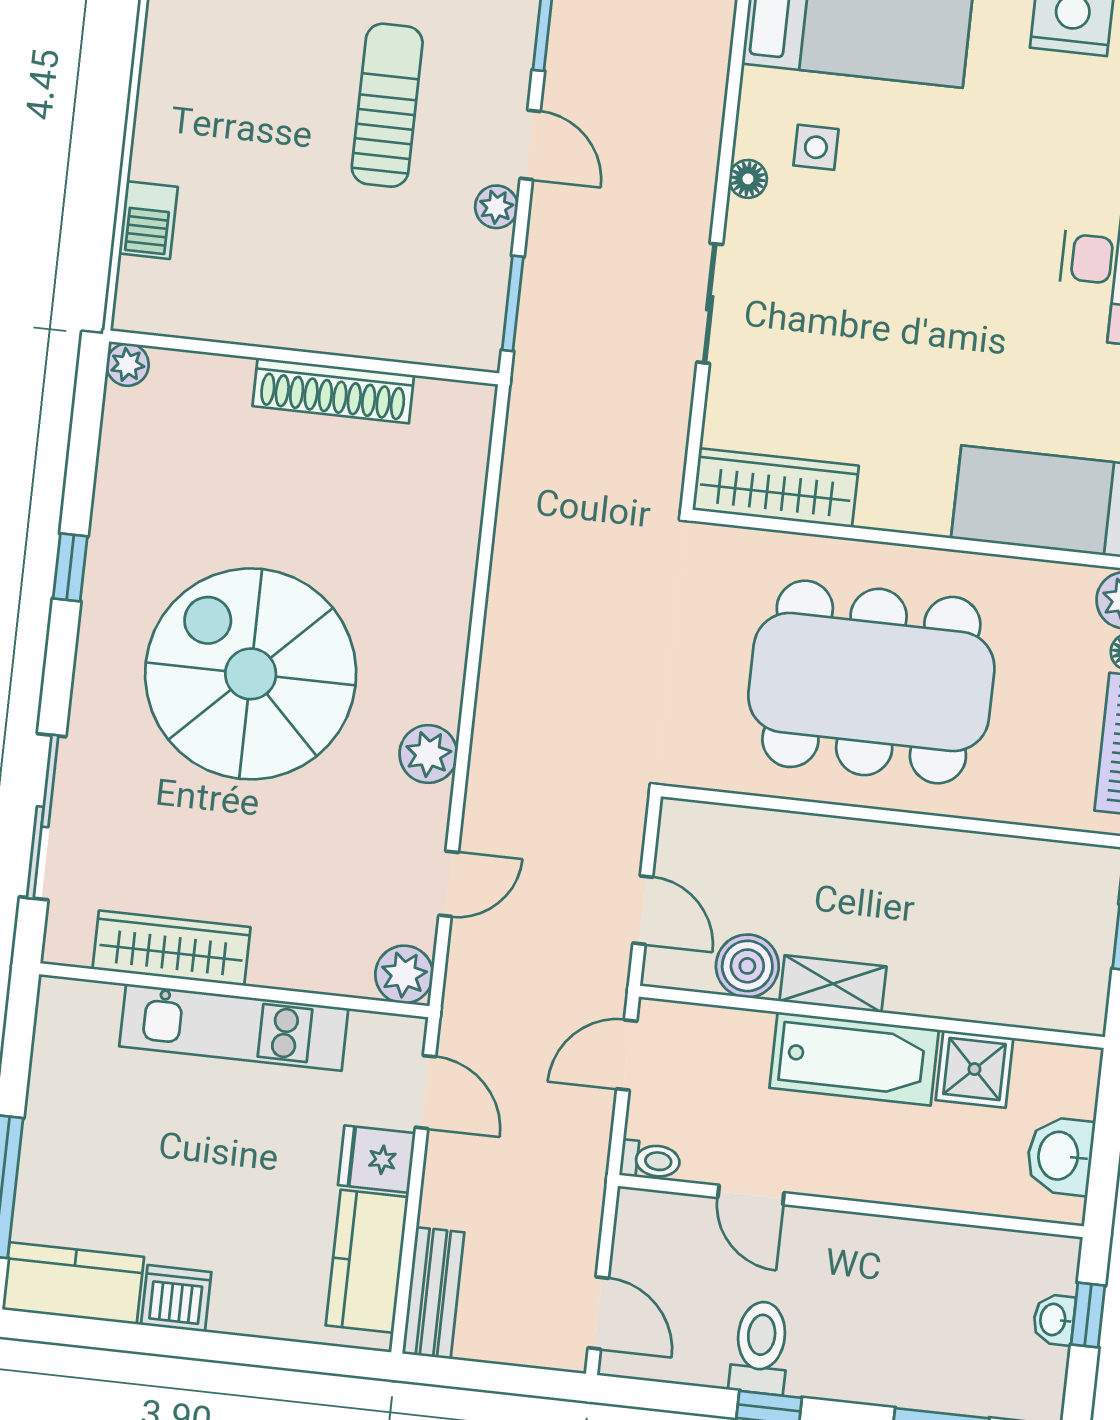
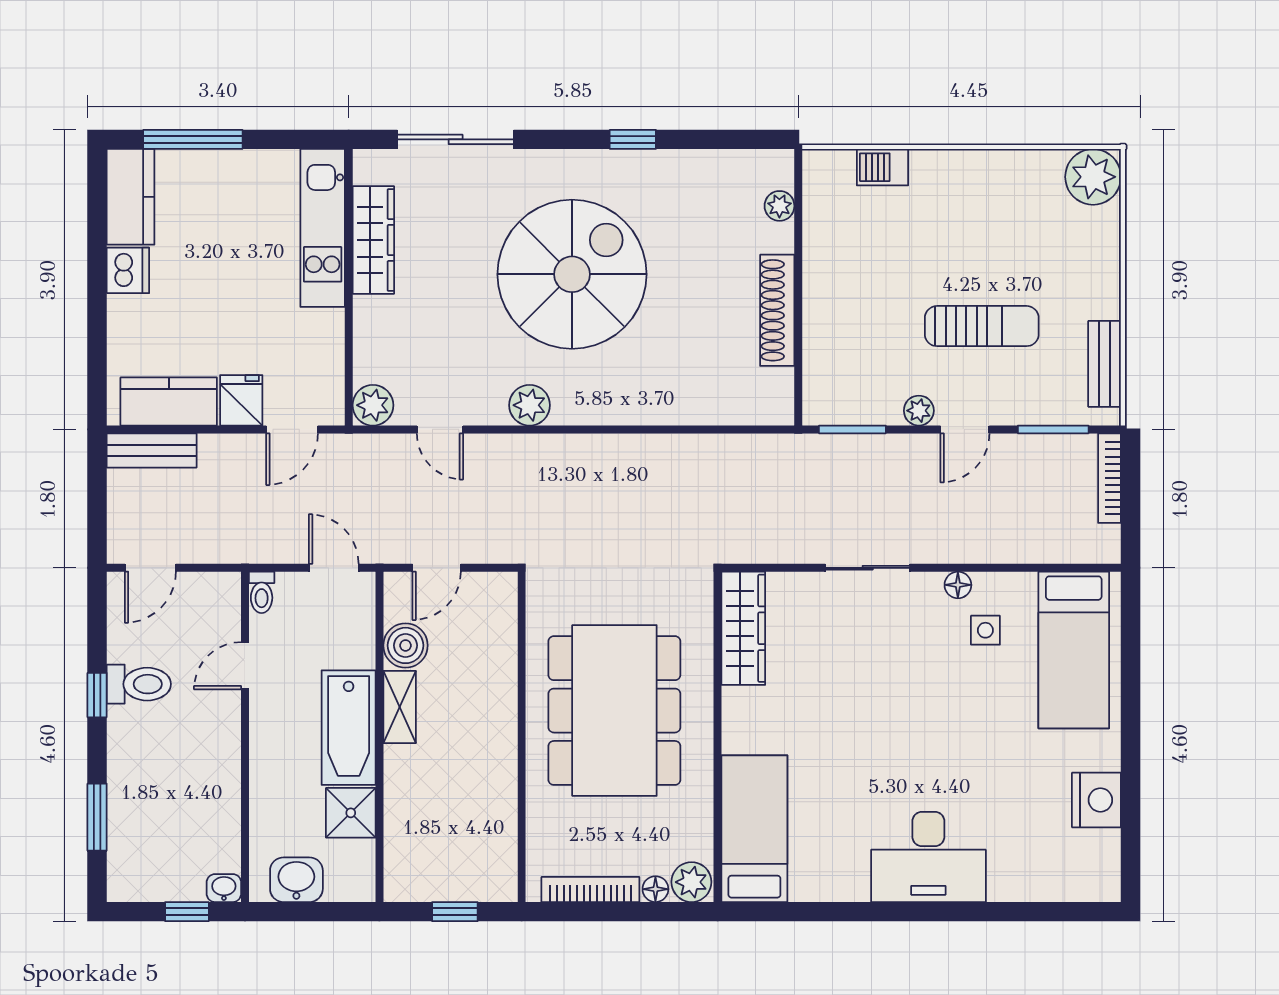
plant: (128, 365) -> (779, 206), moved
kitchen unit: (234, 1027) -> (323, 228), moved
washbasin: (1054, 1320) -> (224, 888), moved

